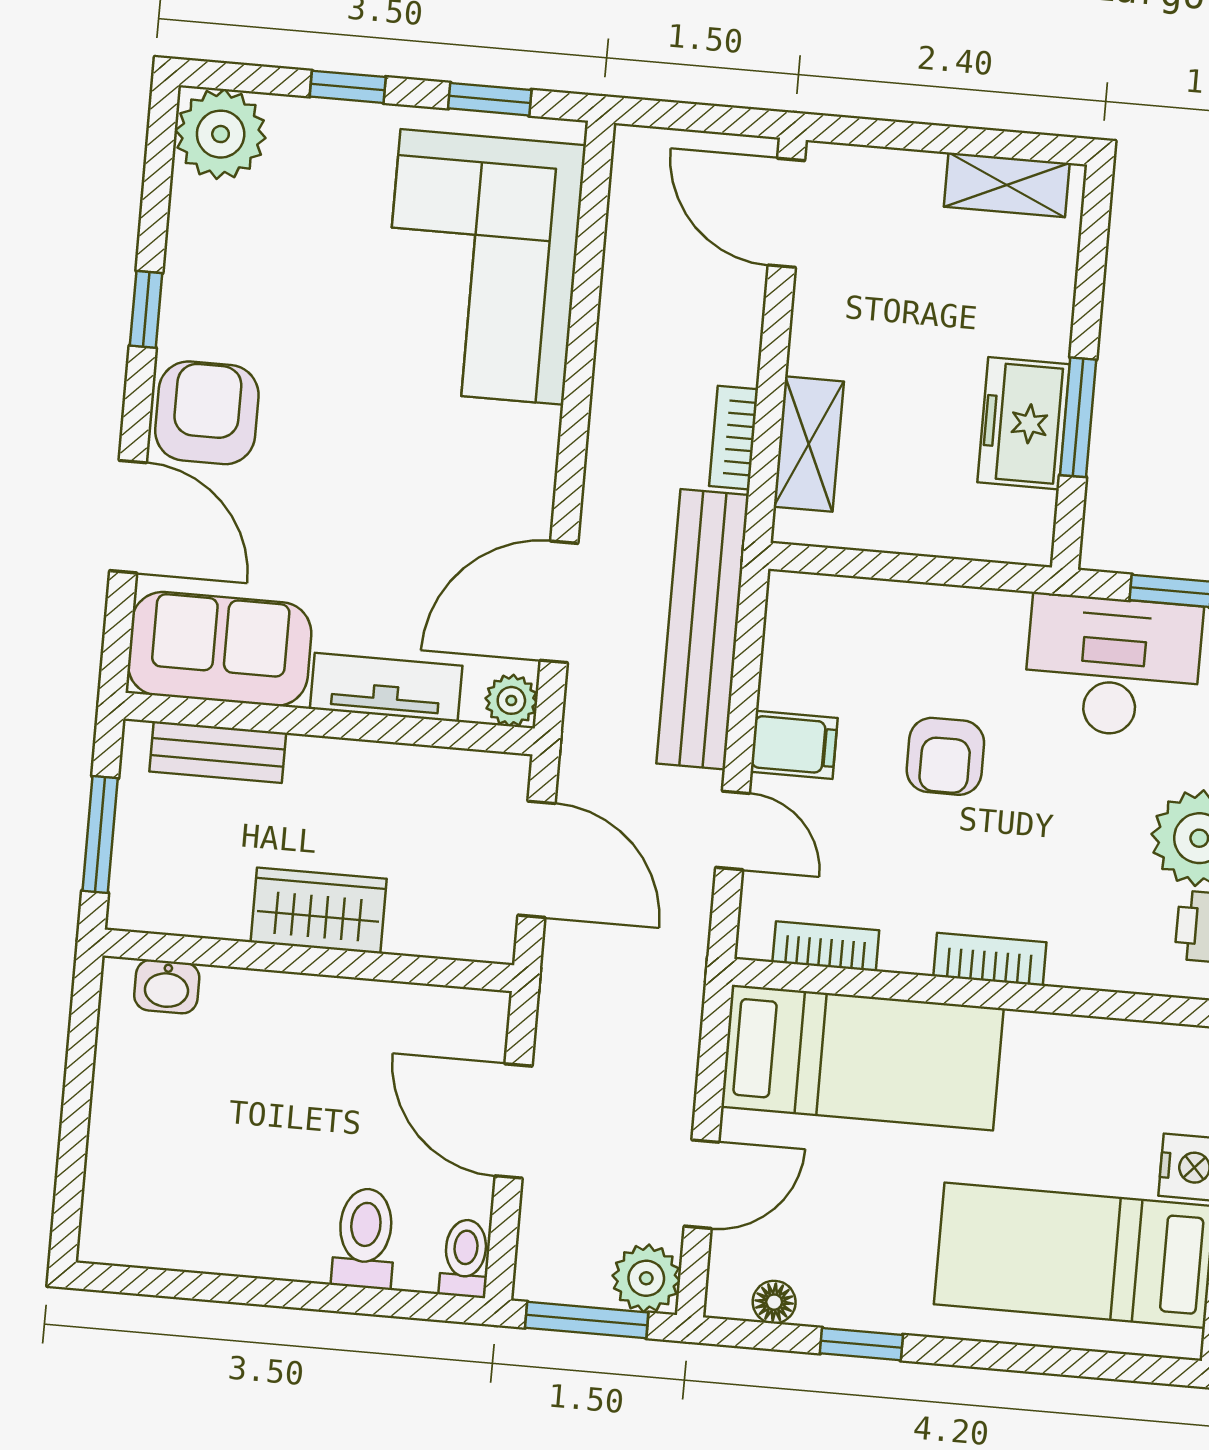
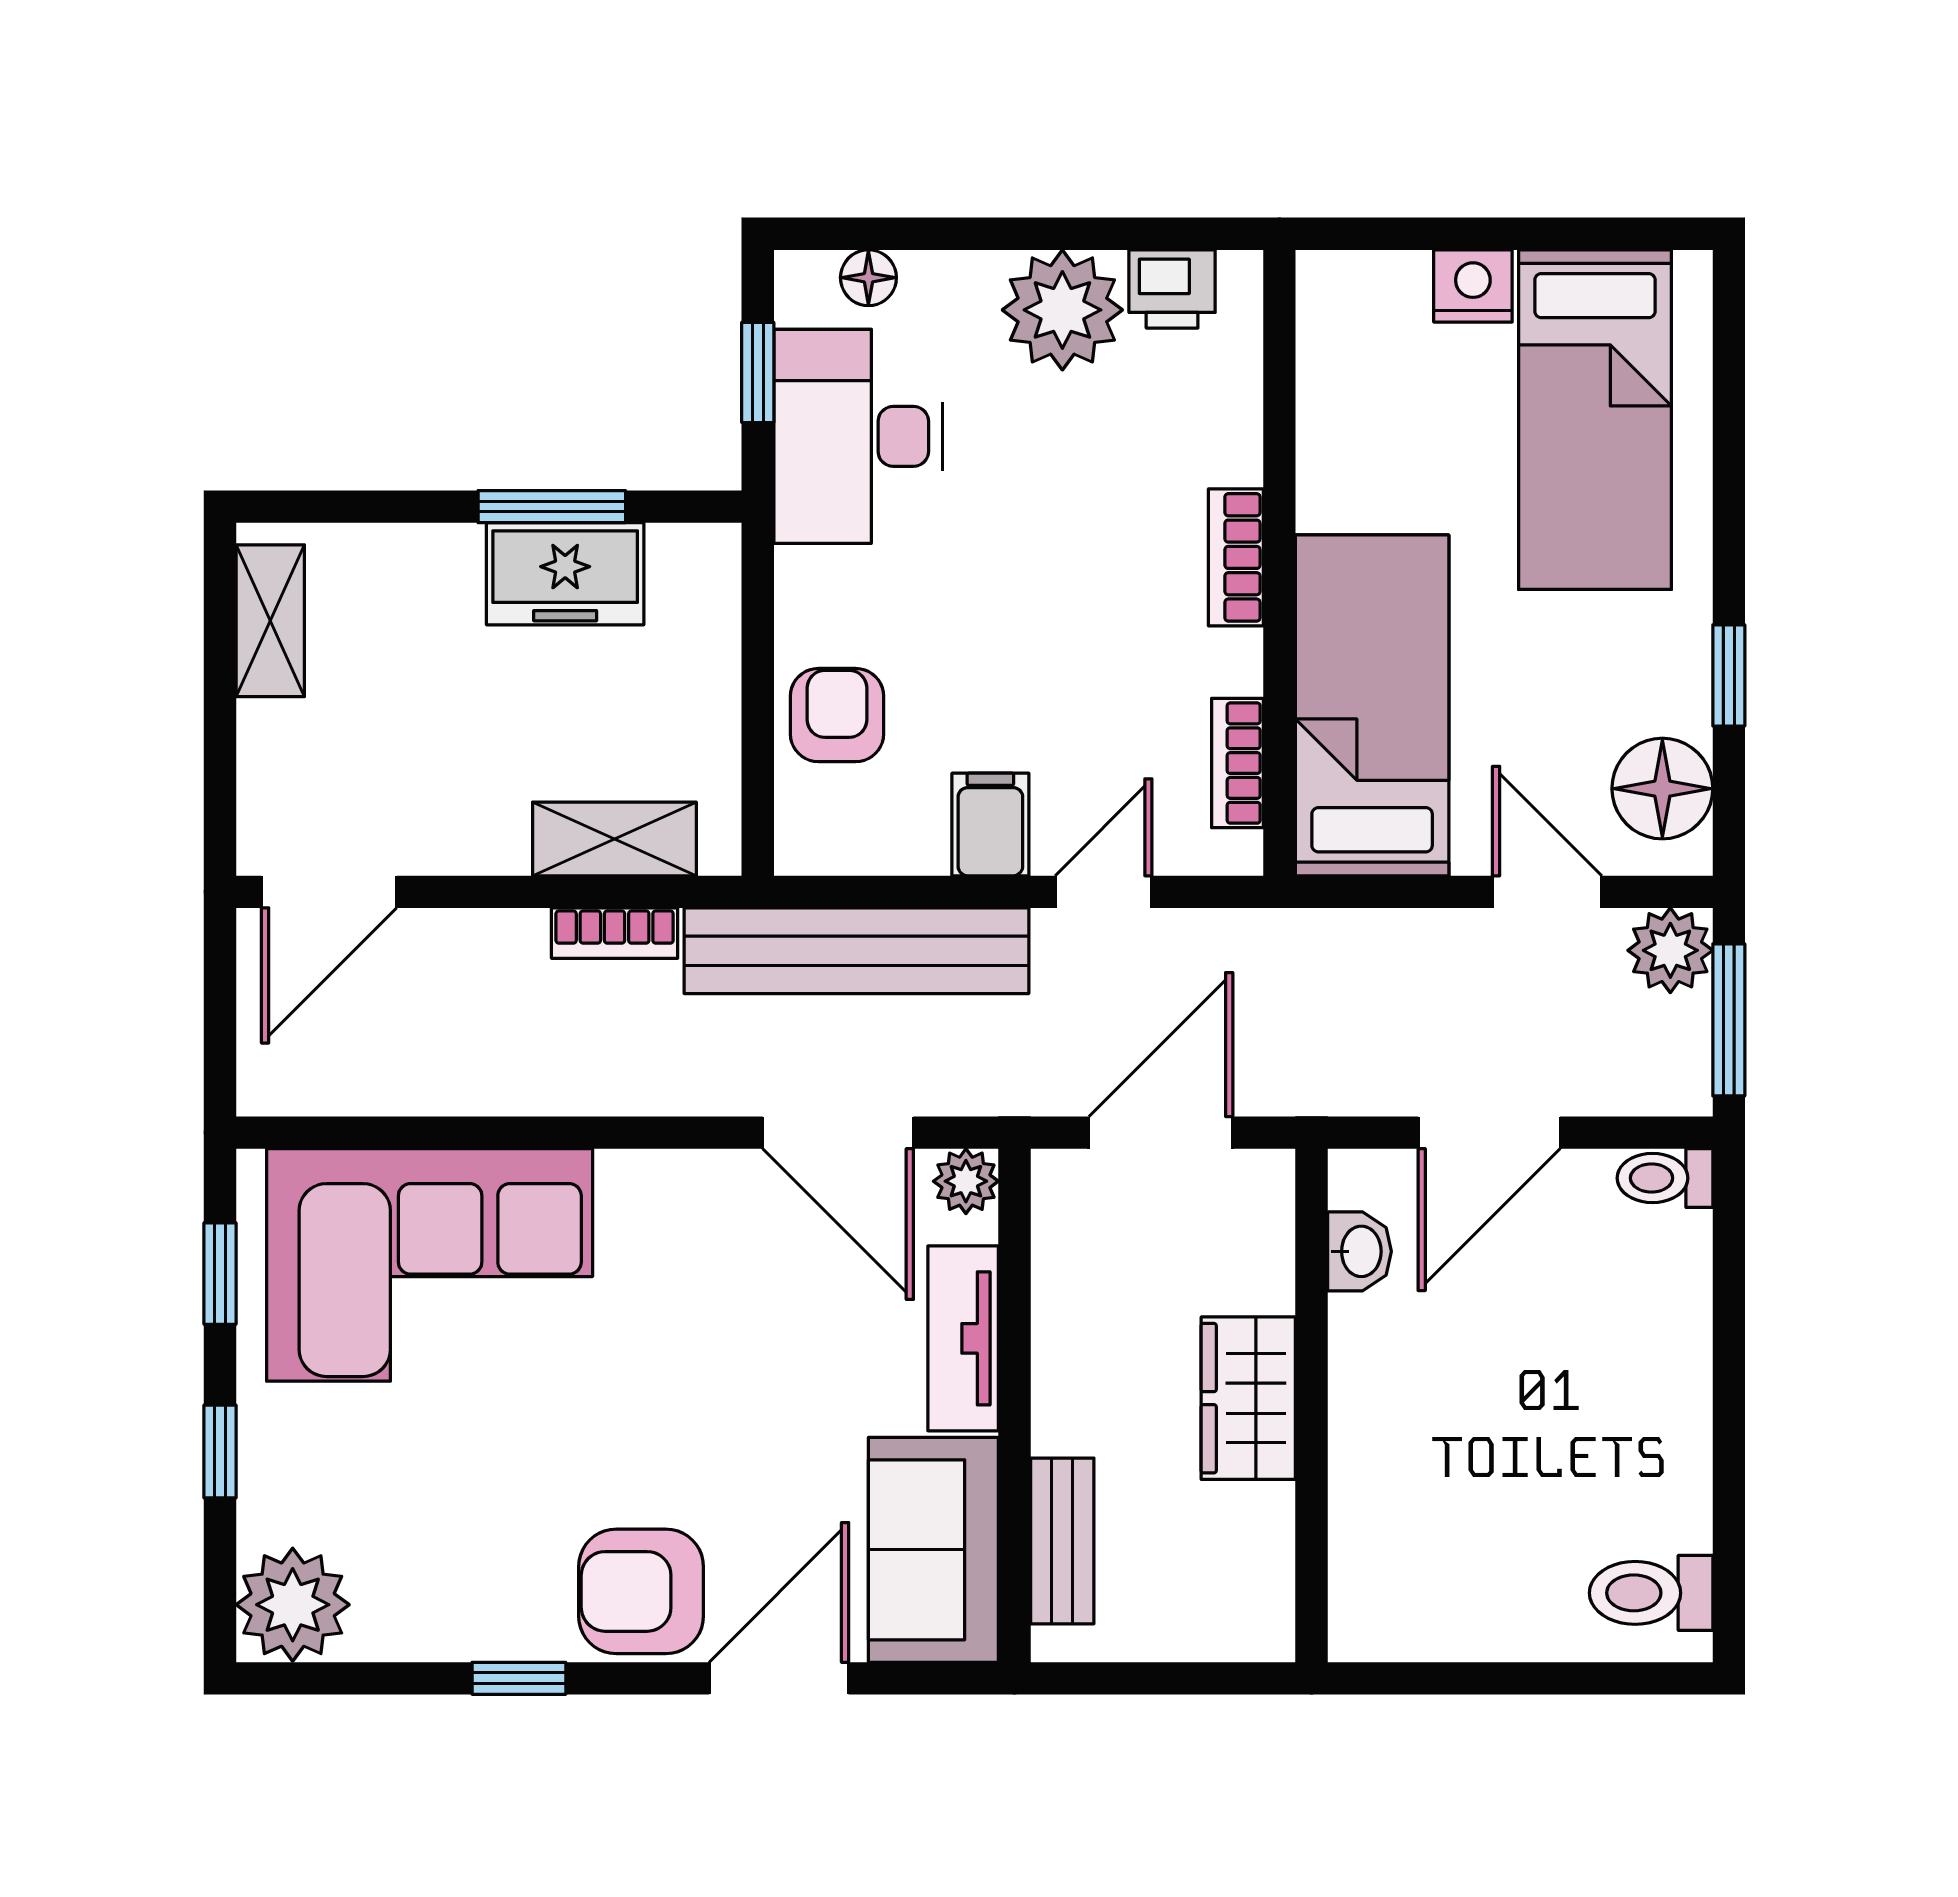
armchair: (945, 756) -> (837, 715), moved, turned -90
window: (100, 834) -> (1177, 1678), removed
washbasin: (167, 987) -> (1359, 1251), moved
toilet: (365, 1238) -> (1651, 1593), moved
floor lamp: (774, 1302) -> (1662, 789), width x1.89, depth x1.89

